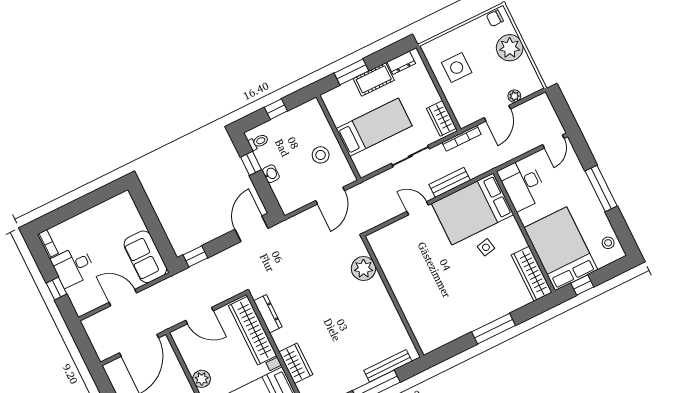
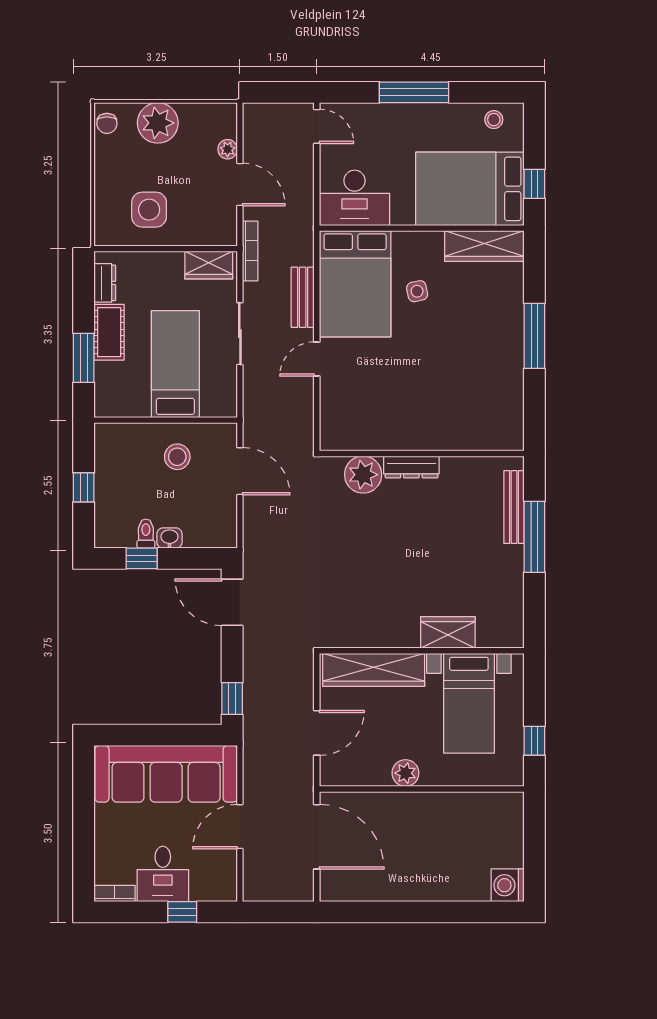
toilet: (258, 142) -> (146, 534), moved
sofa: (145, 257) -> (166, 774), width x1.85, depth x1.27
dresser: (268, 314) -> (411, 467), moved, turned 180

